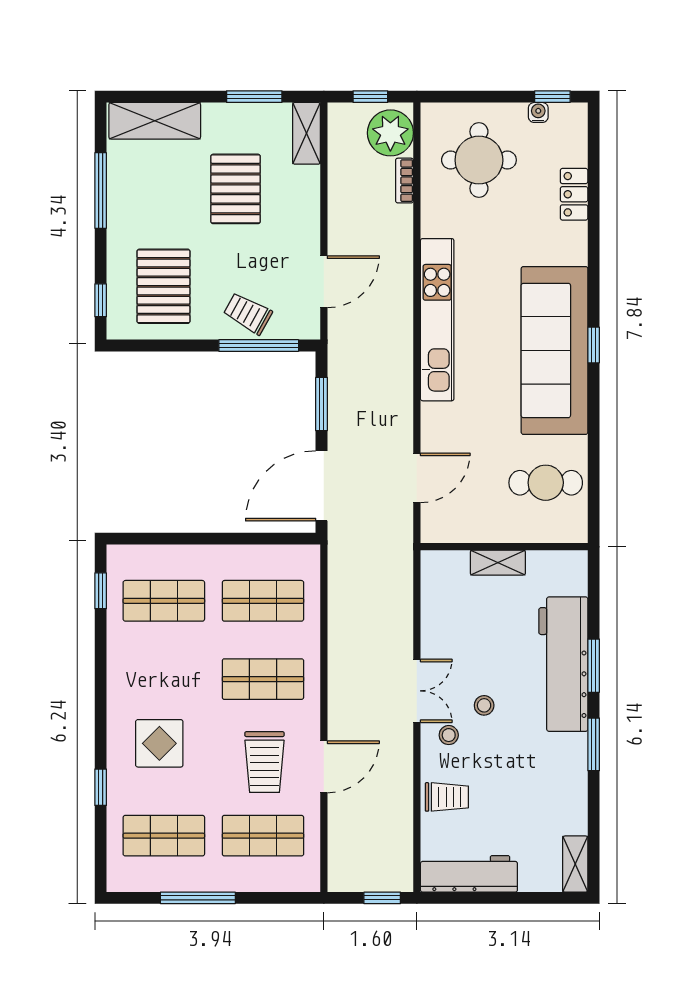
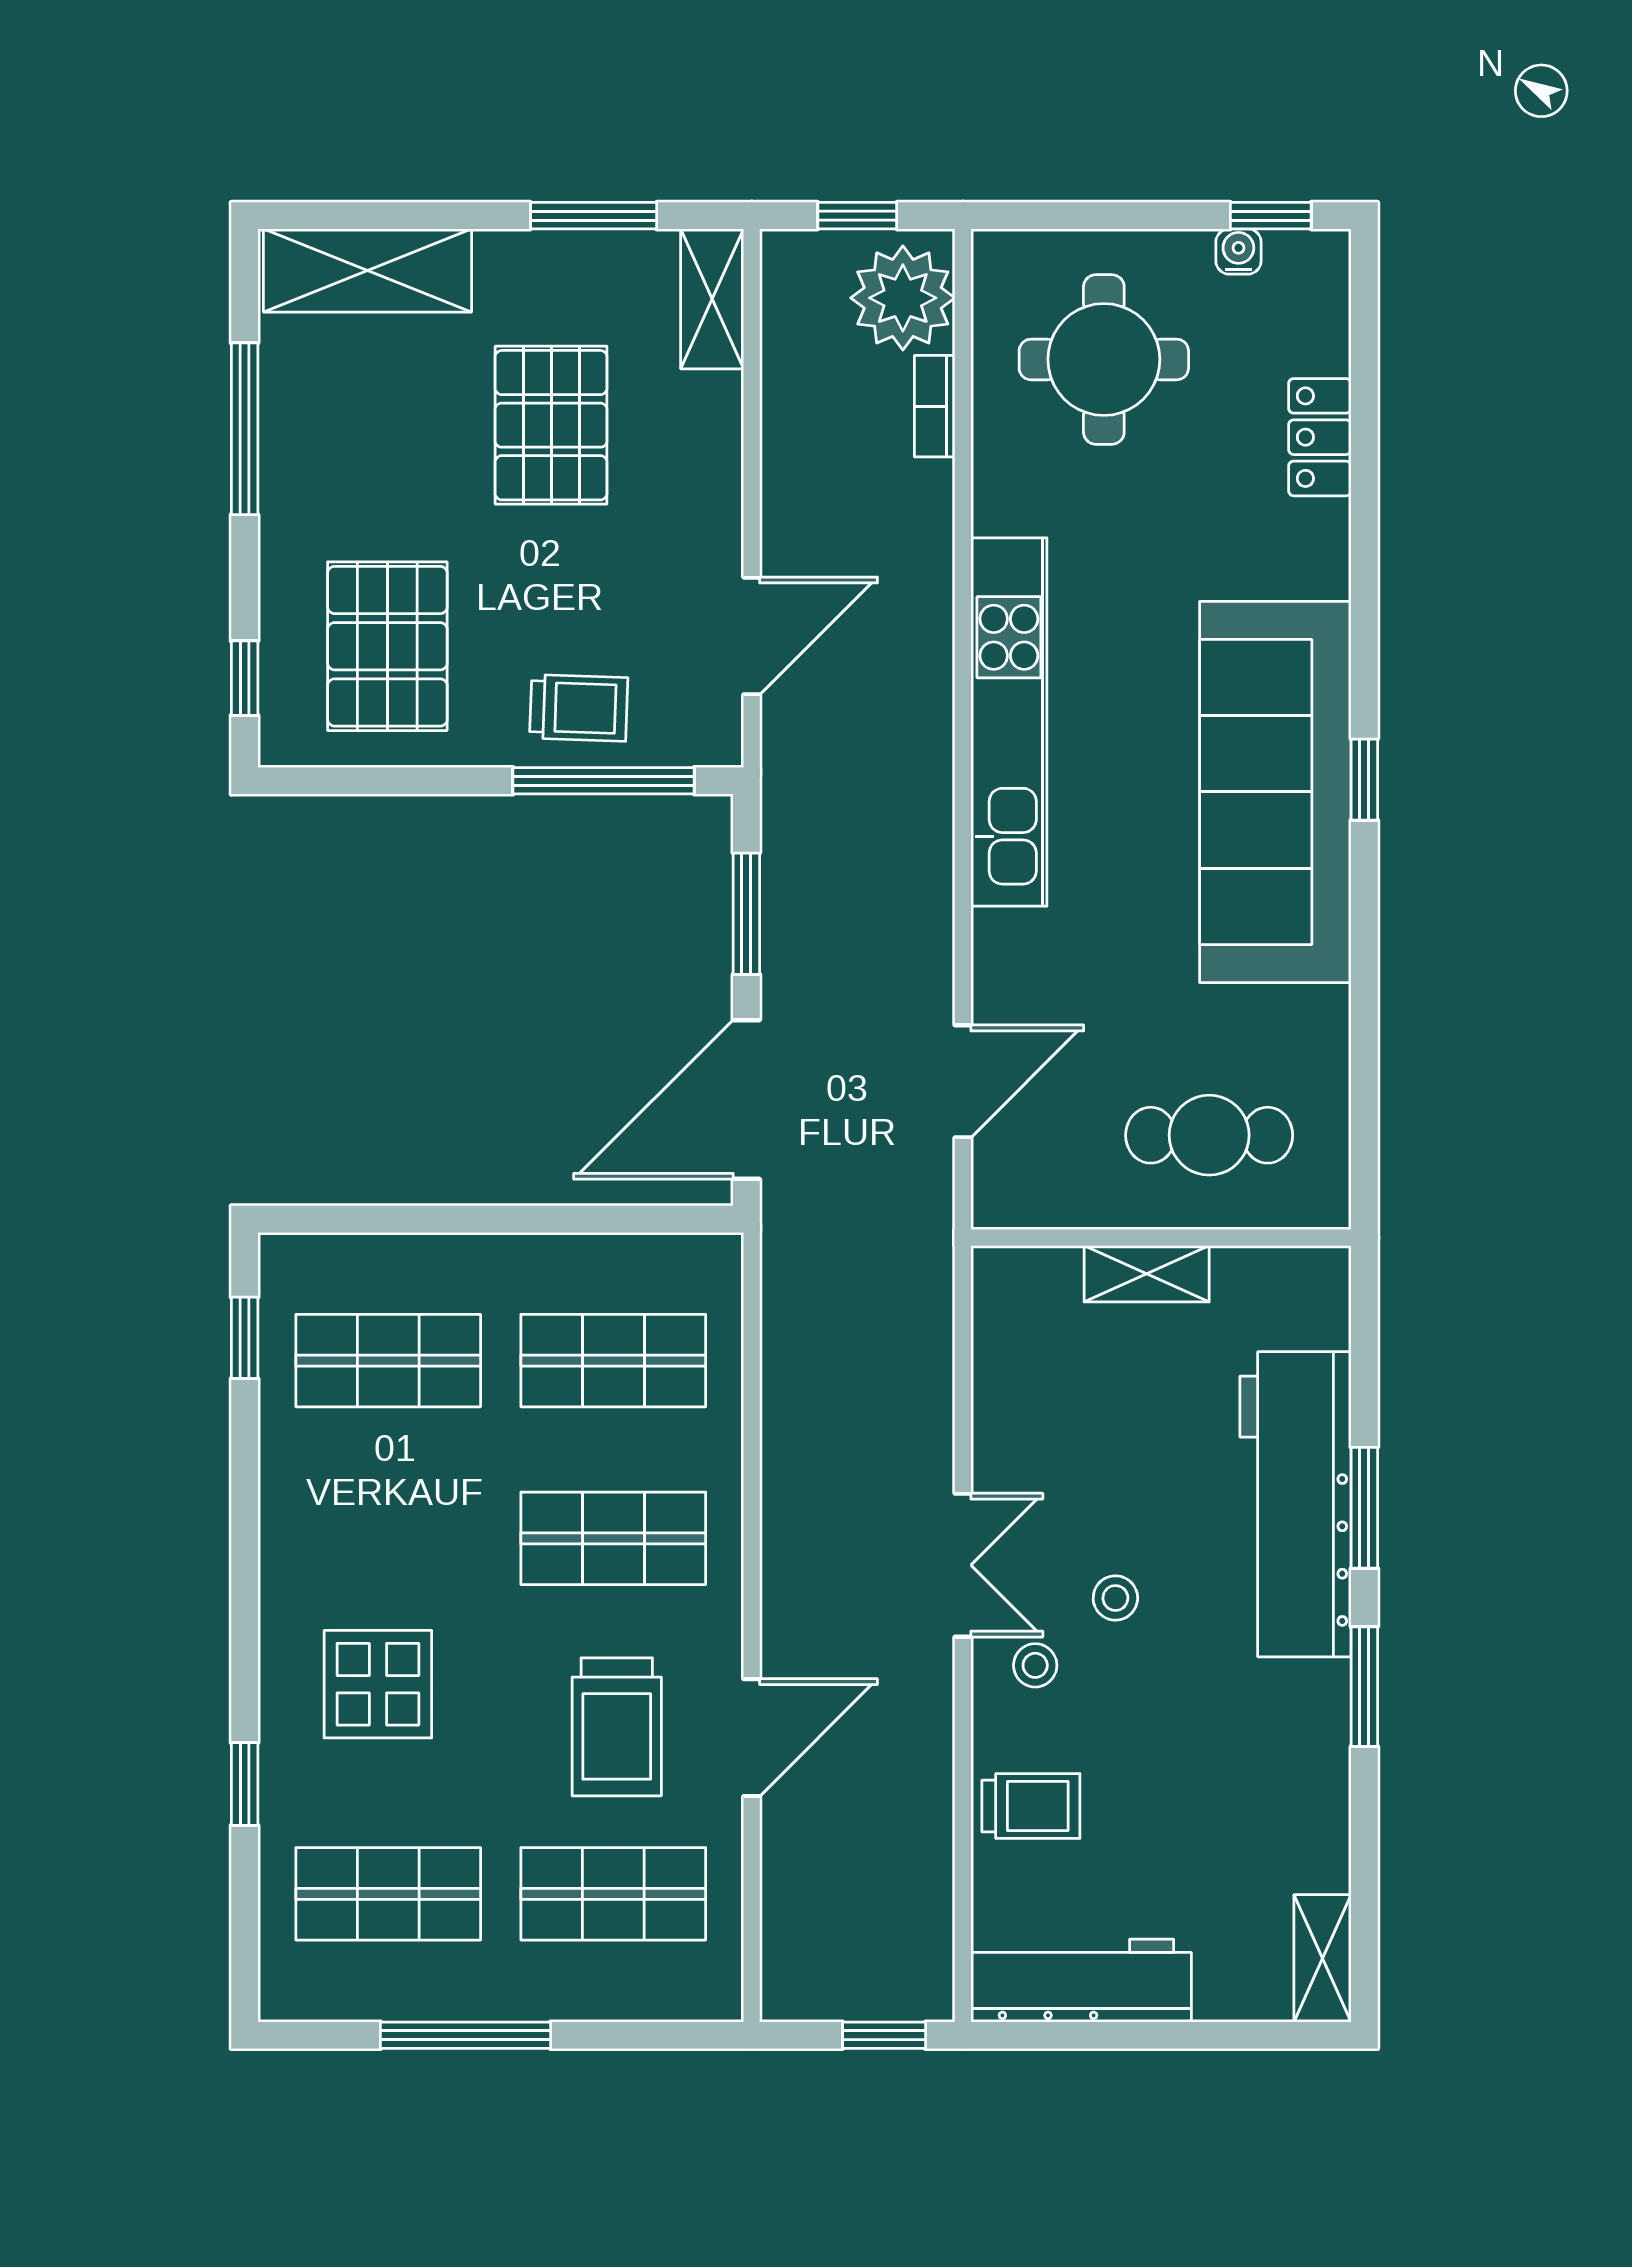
trolley: (248, 313) -> (579, 708), turned 153
cafe table: (546, 483) -> (1209, 1135), moved

